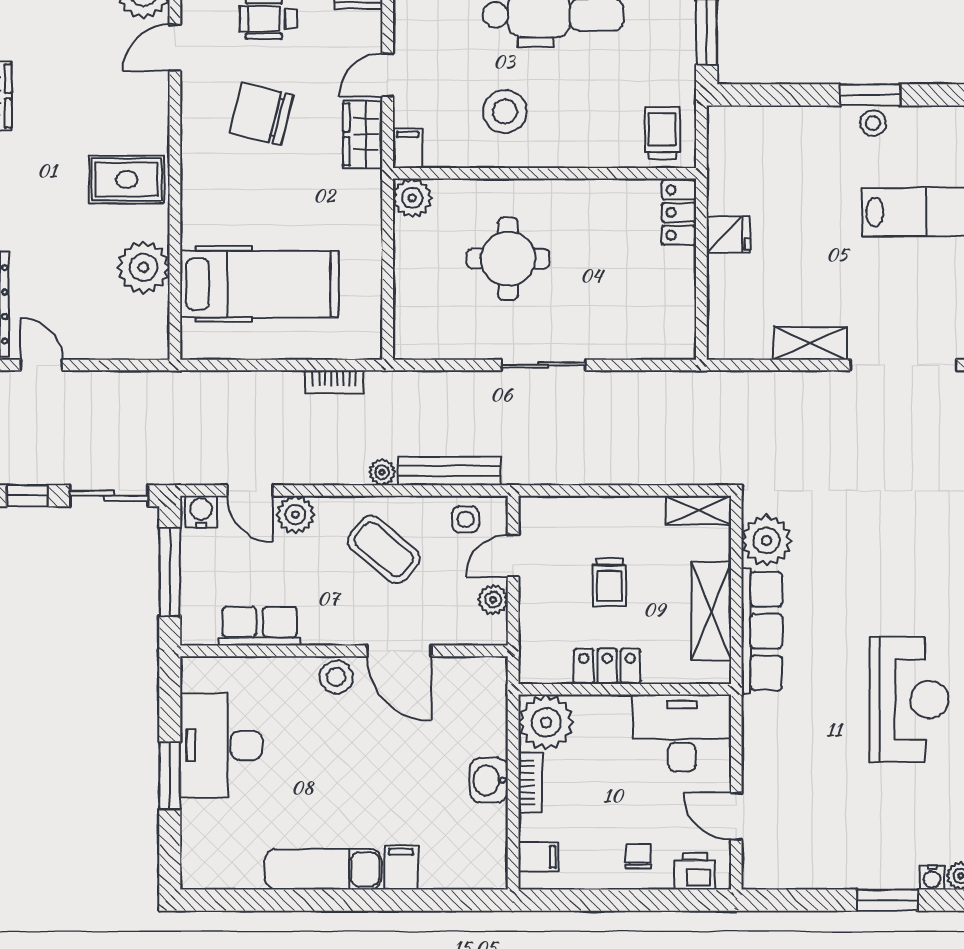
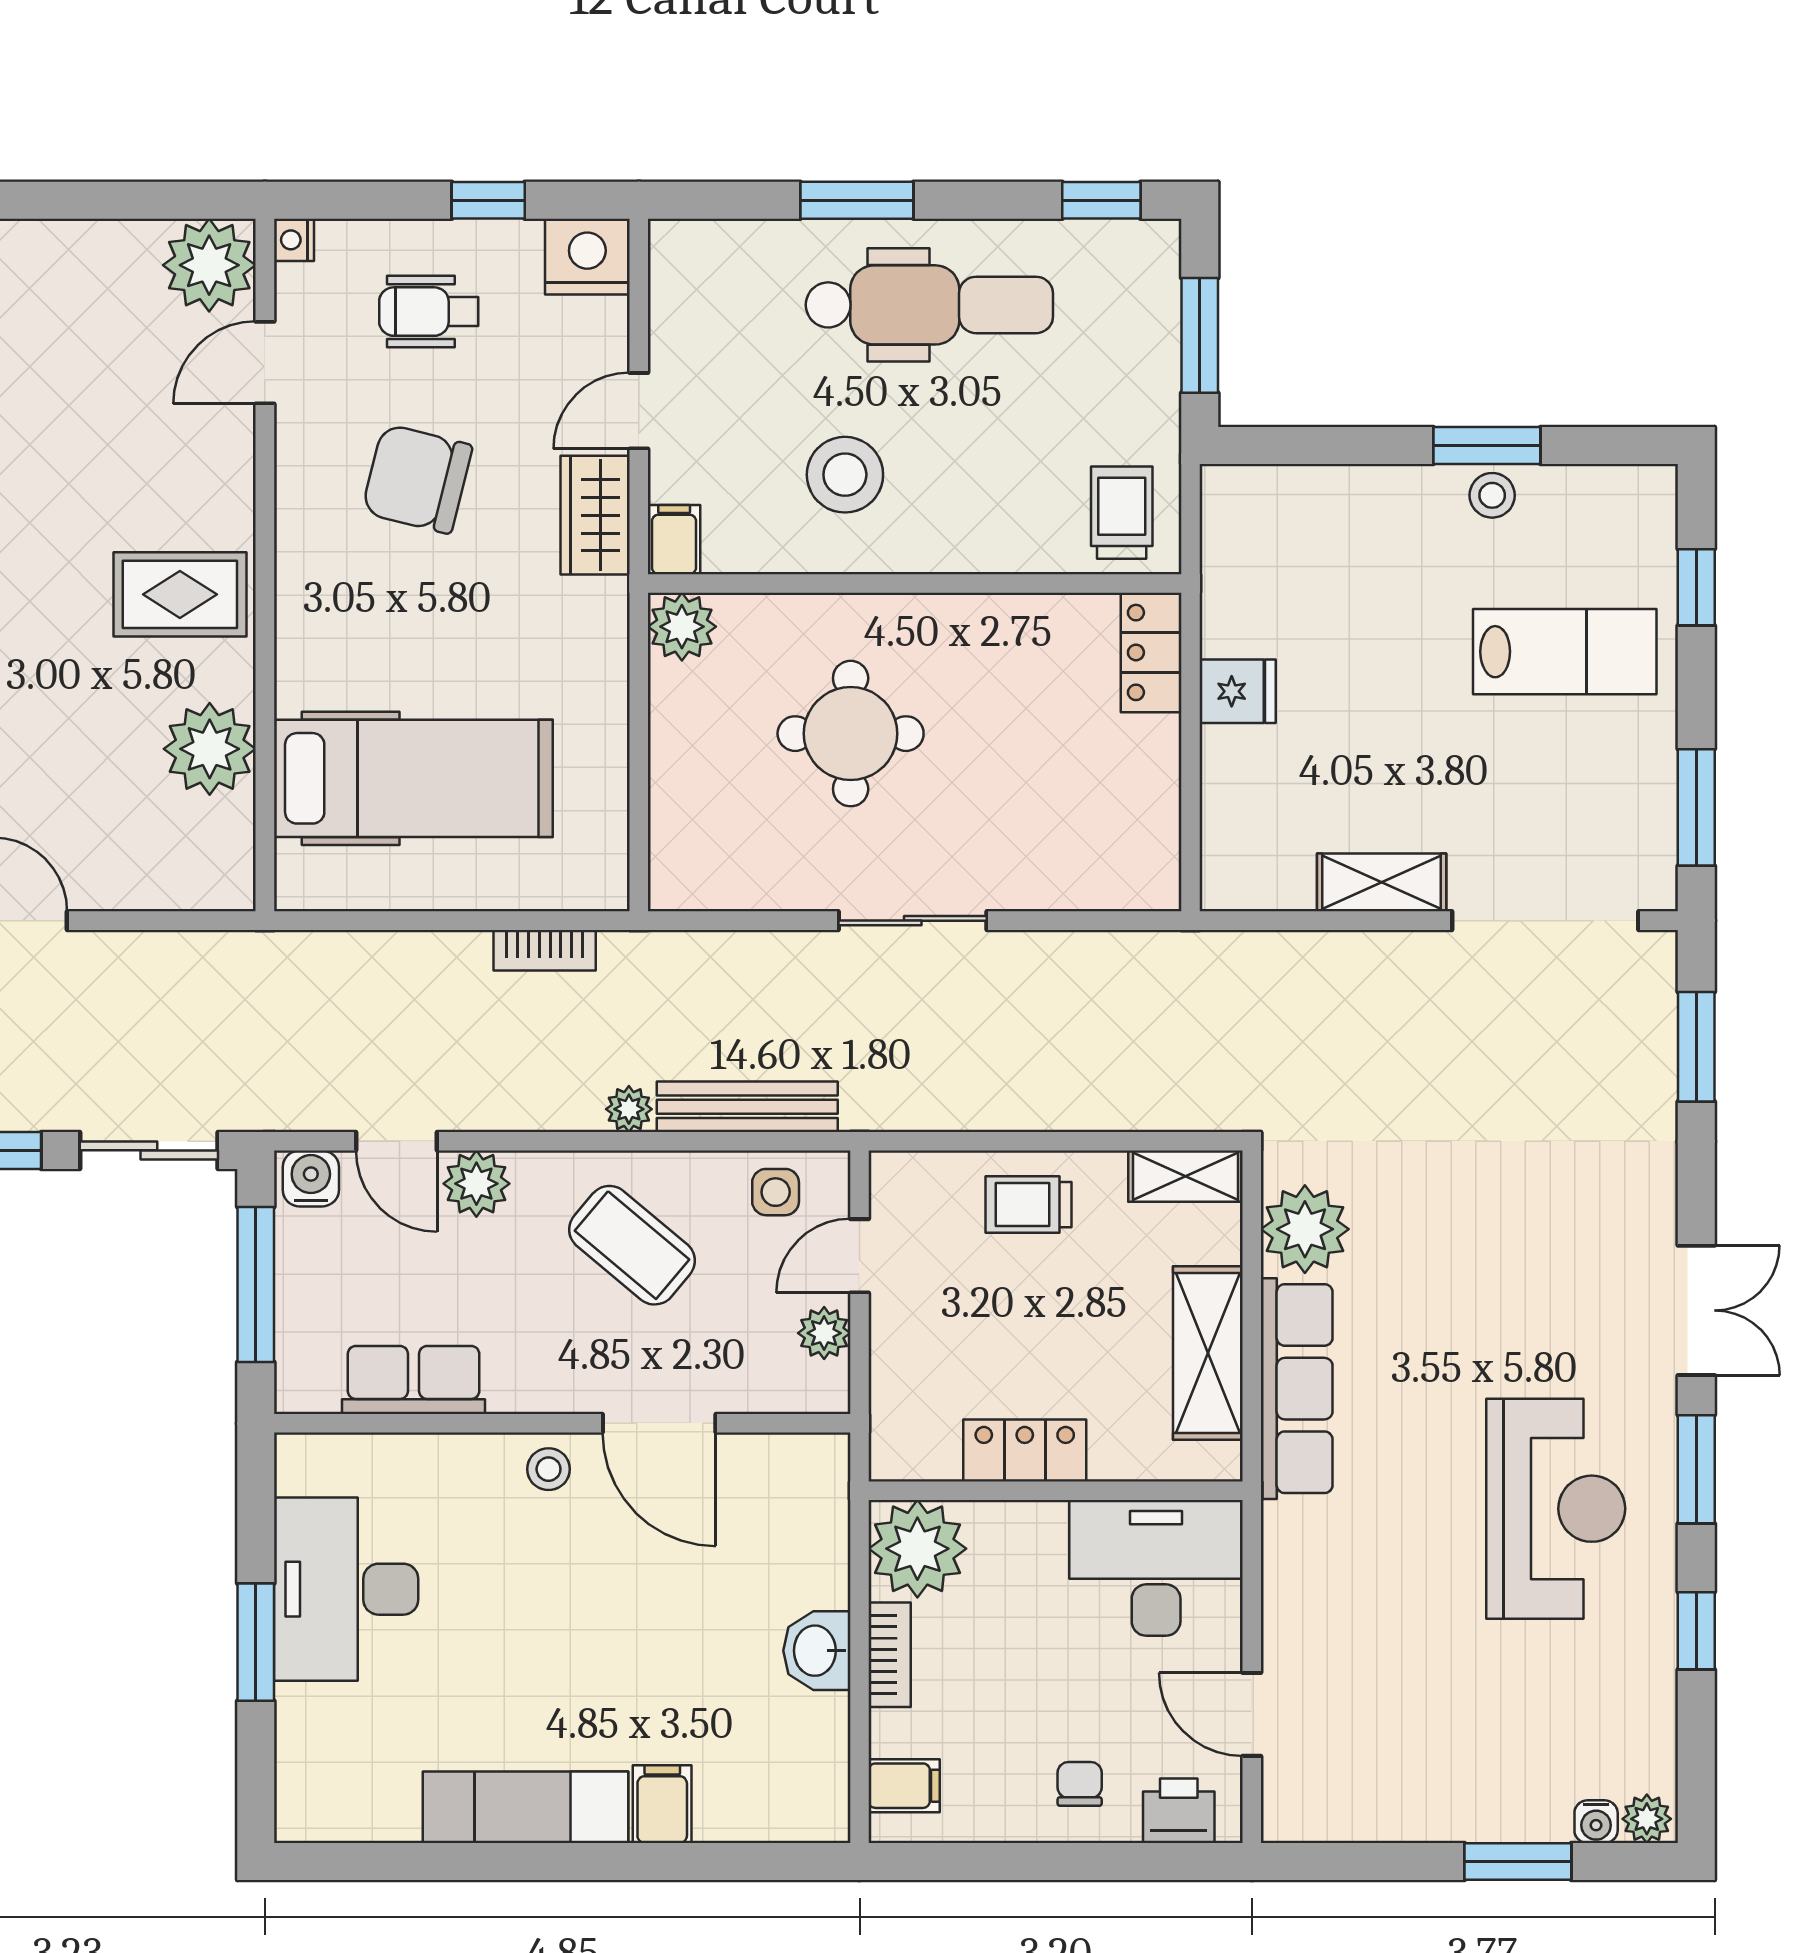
trolley: (610, 582) -> (1029, 1205), moved, turned 90
stool: (336, 677) -> (549, 1469), width x0.73, depth x0.73

